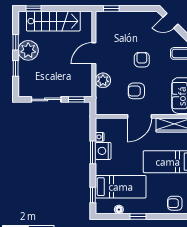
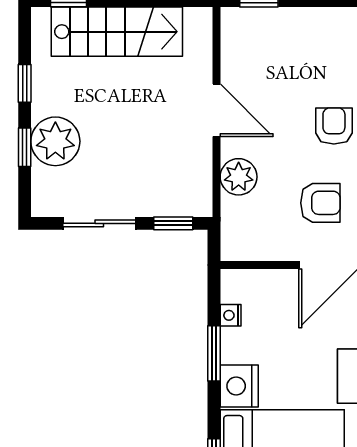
plant: (28, 50) -> (55, 141), moved
door: (94, 53) -> (216, 110), swing flipped
armchair: (136, 91) -> (320, 203), turned 180
nightstand: (103, 151) -> (239, 386), moved

